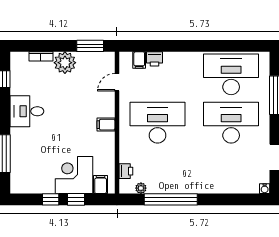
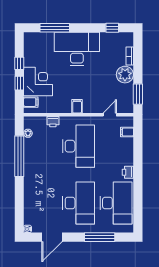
printer: (155, 59) -> (128, 172), moved
door: (117, 82) -> (110, 115), hinge flipped
desk: (27, 111) -> (77, 49), width x1.87, depth x1.30
printer: (126, 171) -> (53, 122), moved

